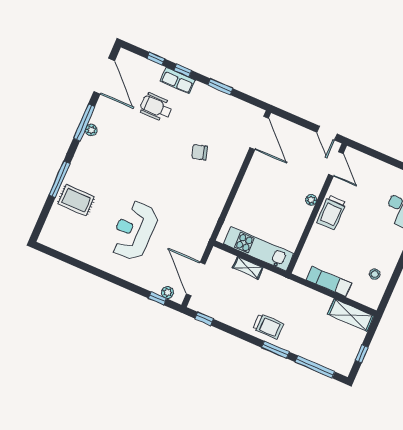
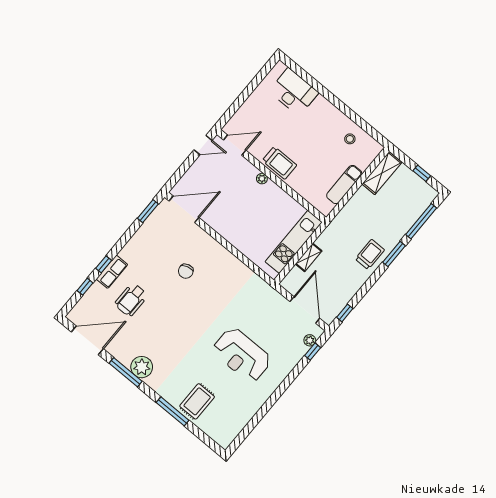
window: (220, 87) -> (148, 211), moved
plant: (91, 130) -> (142, 367), width x1.87, depth x1.87
door: (196, 279) -> (305, 310), swing flipped

